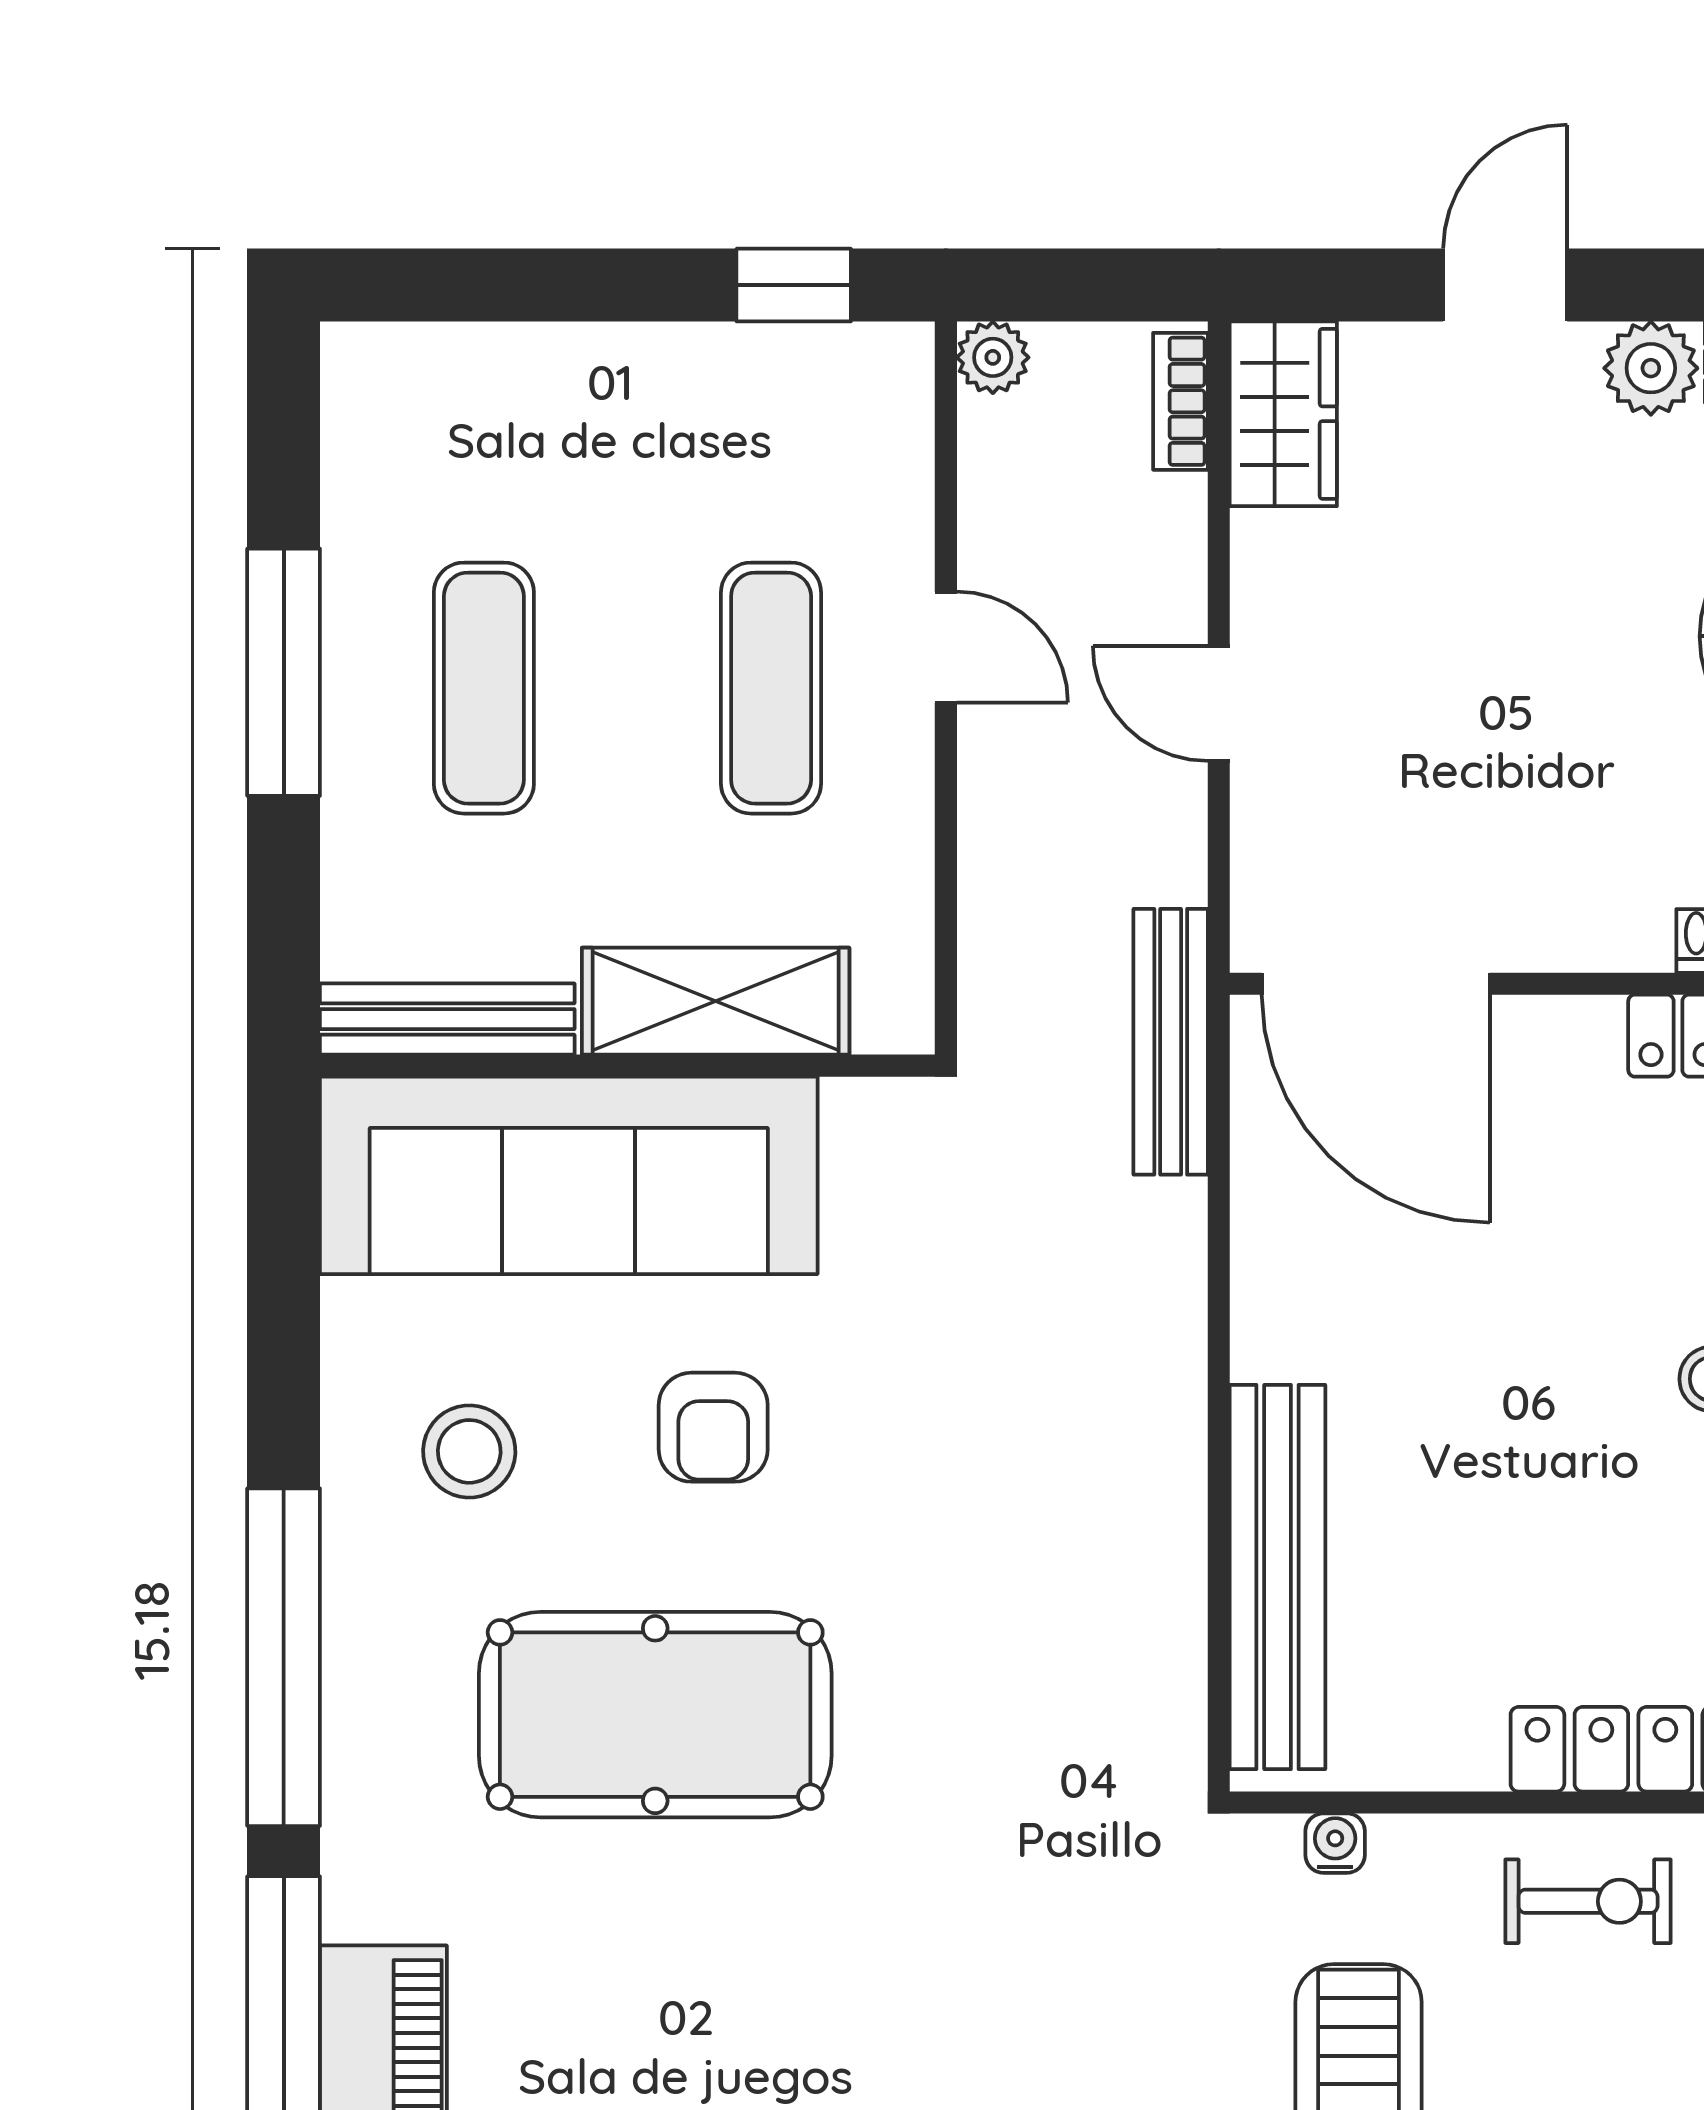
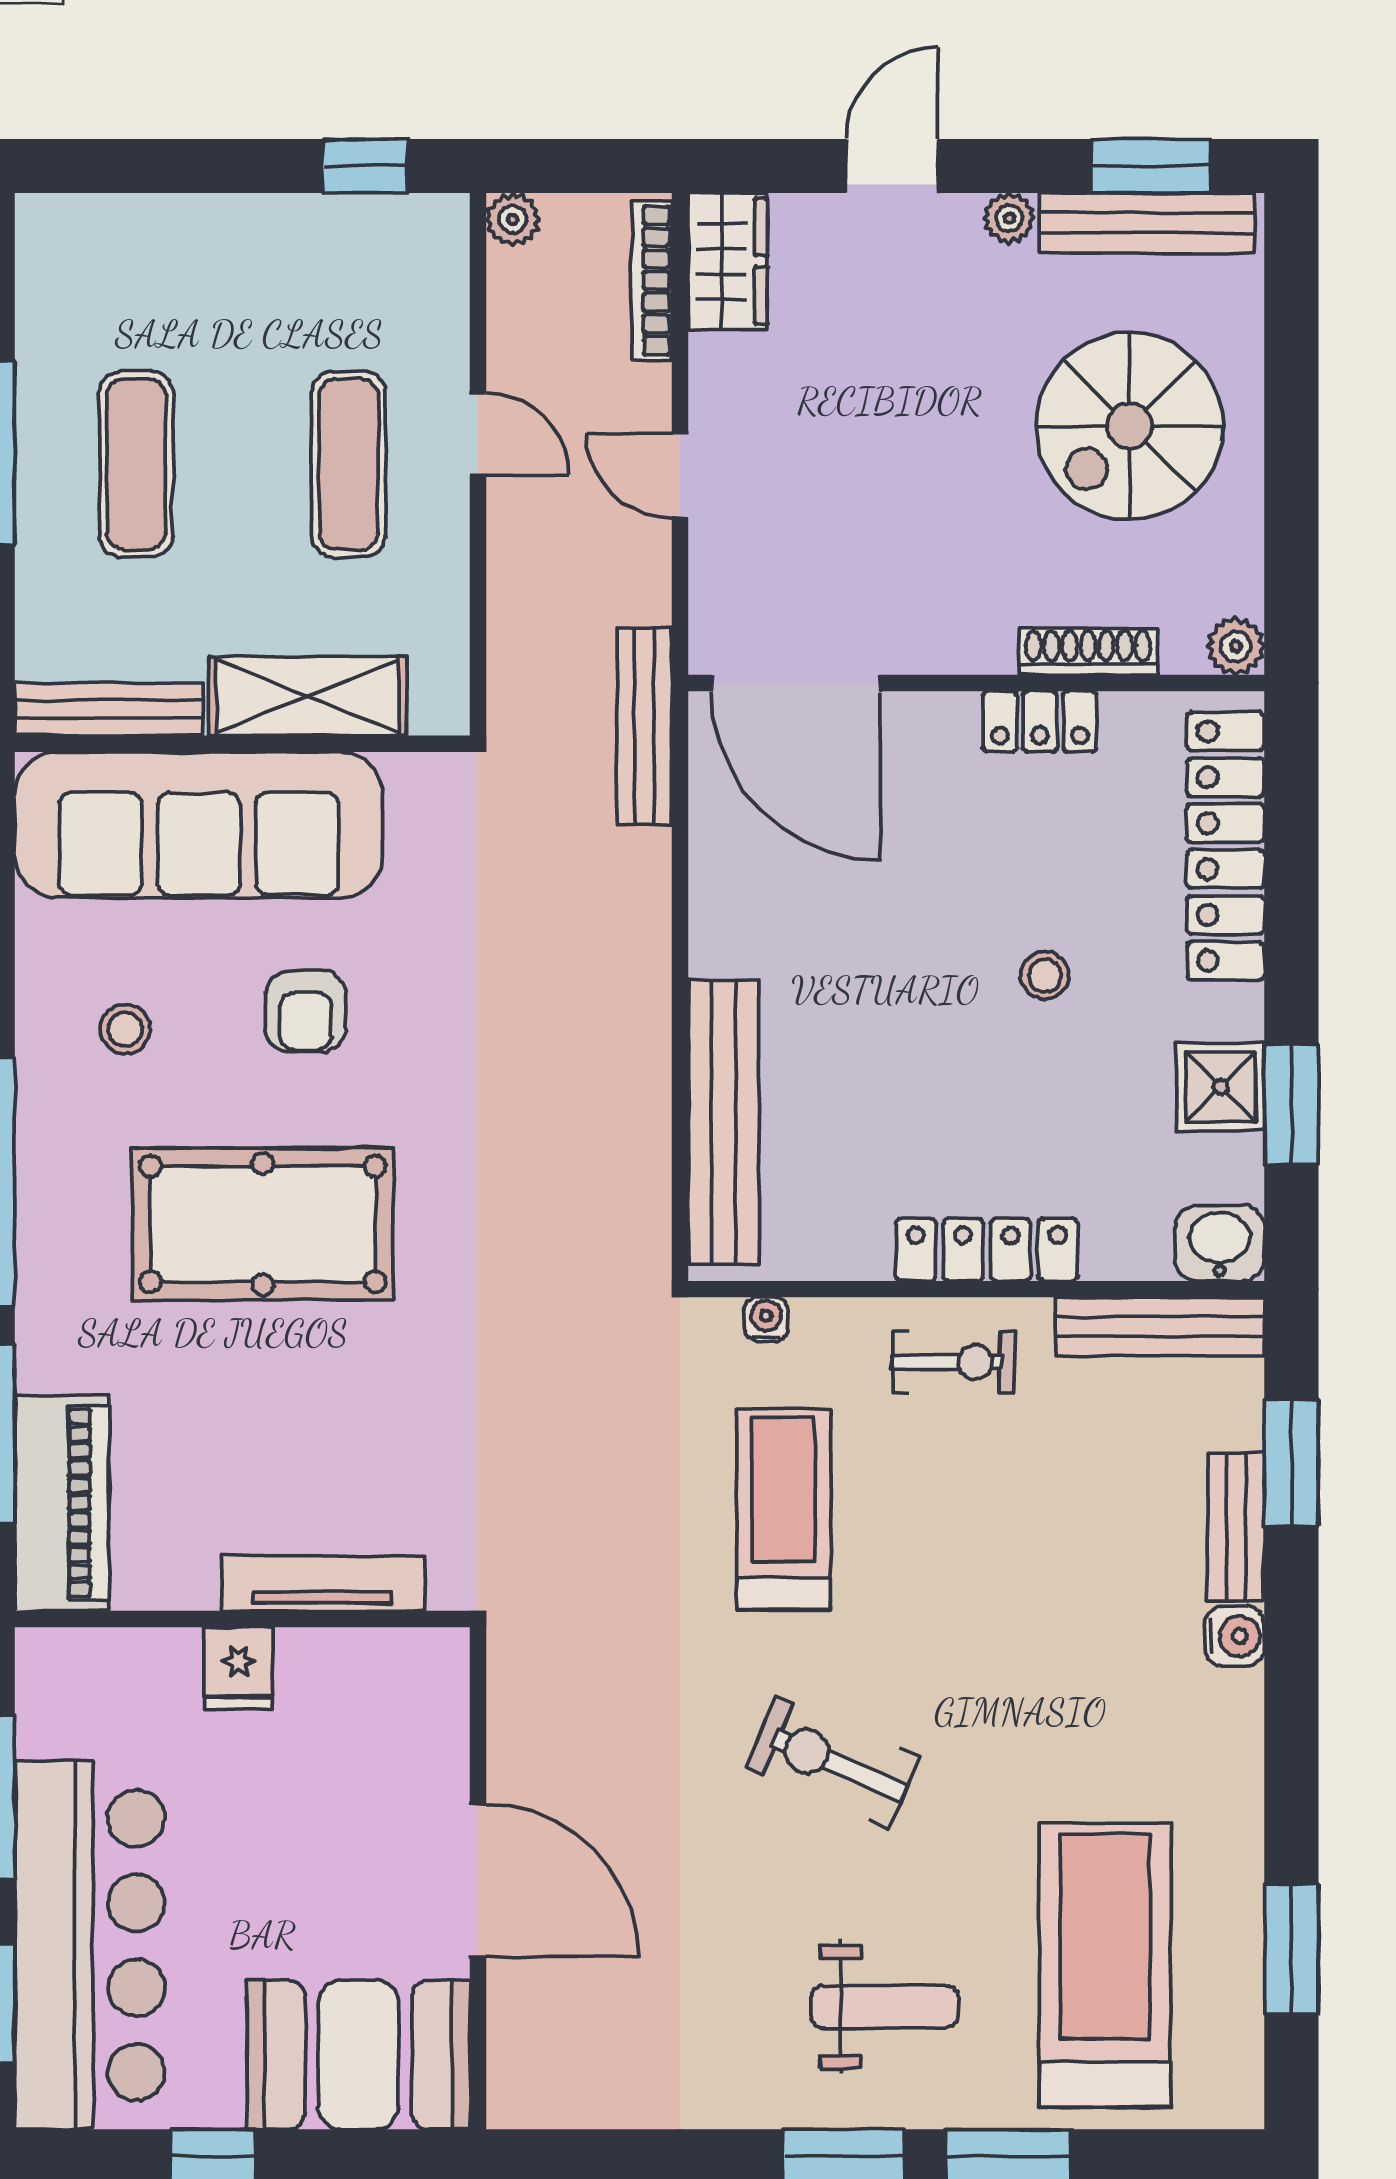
plant: (1651, 368) -> (1009, 218), width x0.73, depth x0.73
bookcase: (1180, 401) -> (652, 281), width x1.56
stool: (469, 1451) -> (125, 1029), width x0.73, depth x0.73

